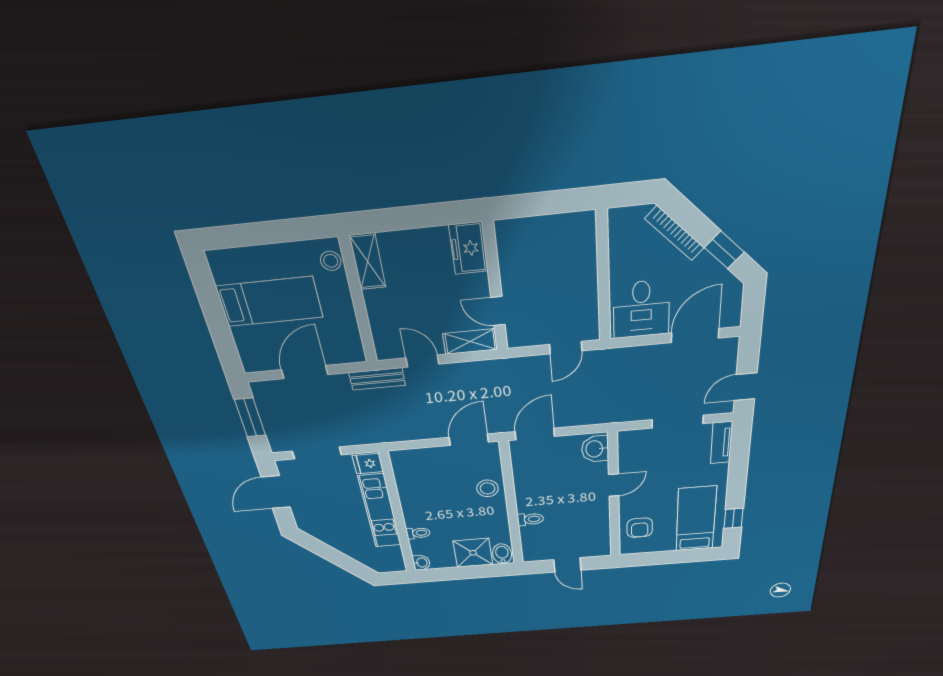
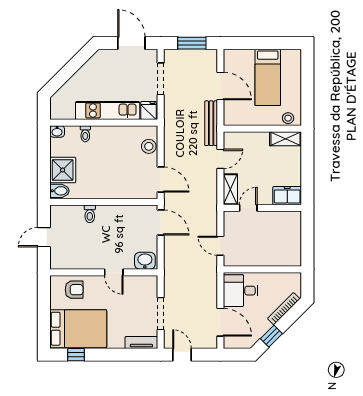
bench: (377, 379) -> (211, 123), width x1.36
stool: (487, 488) -> (149, 146), moved
bed: (696, 519) -> (78, 329), width x1.50
armchair: (640, 528) -> (74, 290), turned 180

